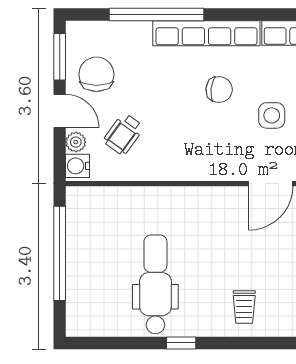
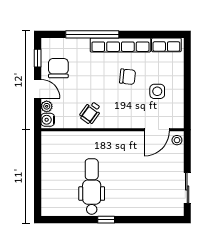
window: (60, 57) -> (38, 58), width x0.67
wheelchair: (123, 134) -> (91, 113), moved
window: (60, 253) -> (38, 169), removed
trolley: (244, 307) -> (142, 199), removed

